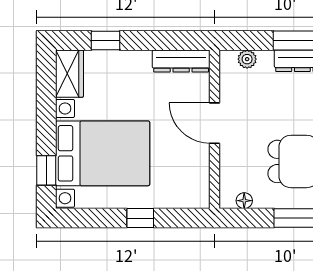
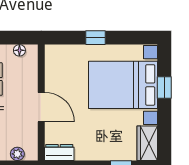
dresser: (181, 61) -> (59, 153), width x0.70
window: (46, 170) -> (164, 88), moved

